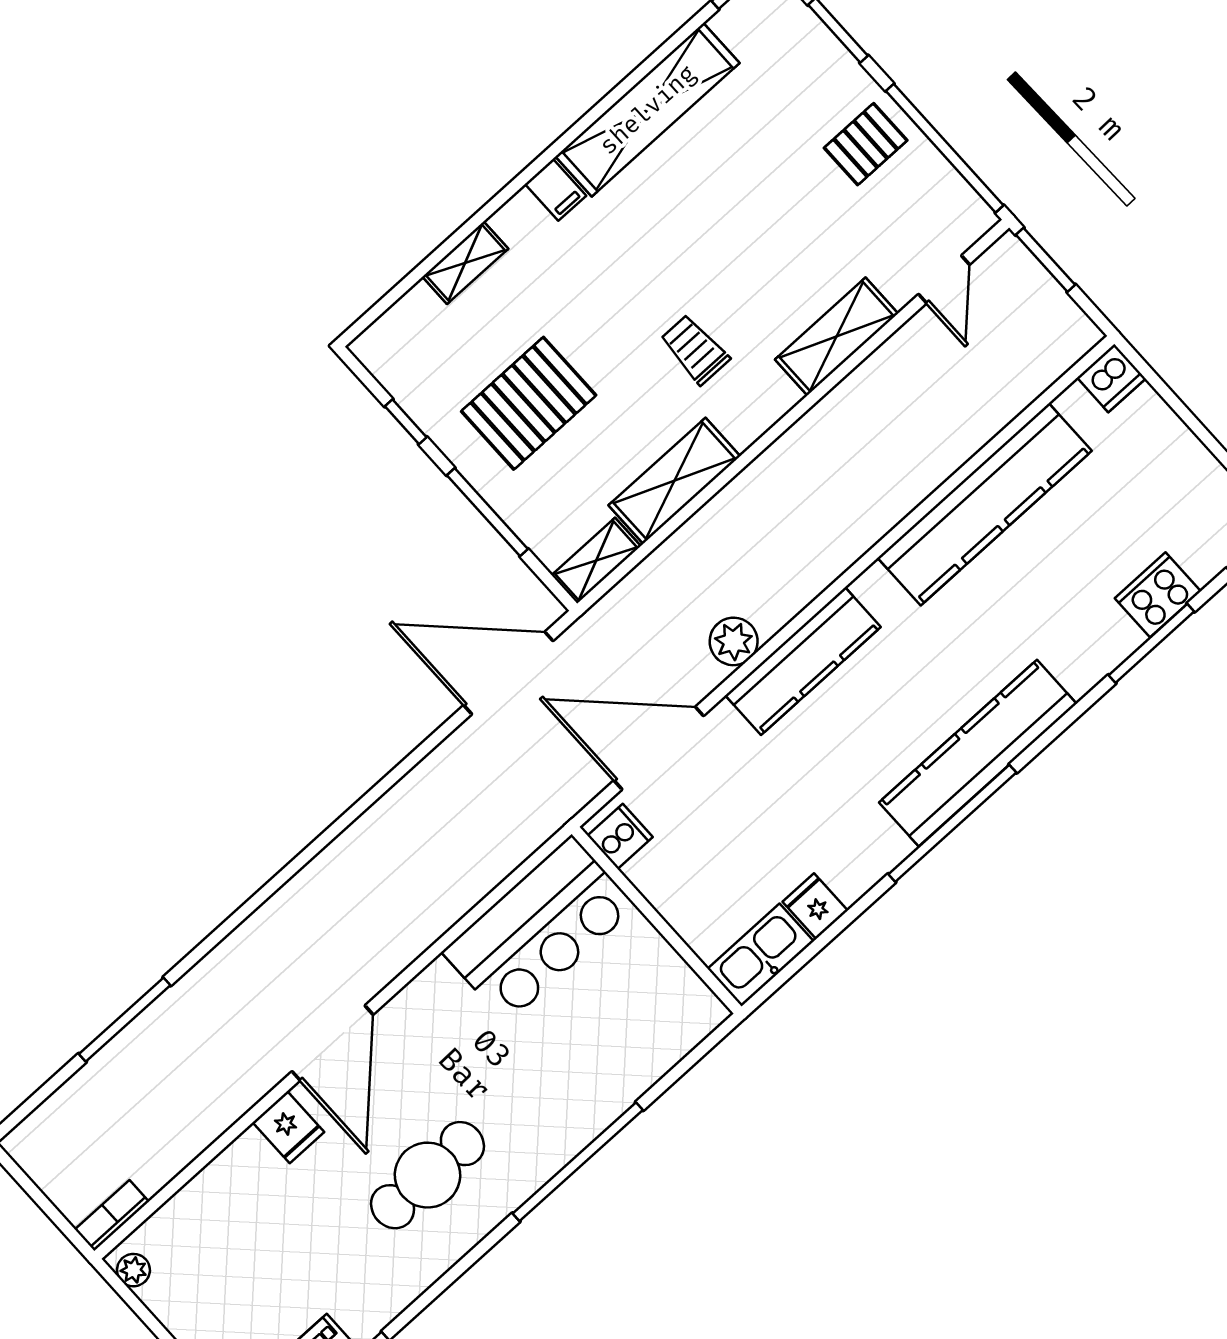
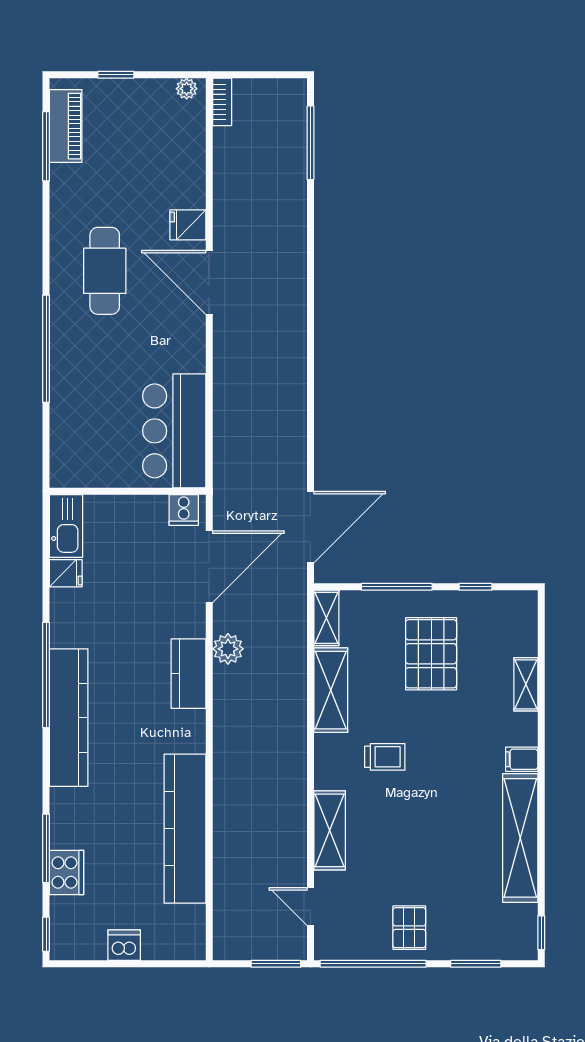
dishwasher: (1111, 378) -> (124, 945), moved, turned 90
kitchen counter: (803, 661) -> (188, 674), width x0.67
window: (125, 1020) -> (310, 143), moved

